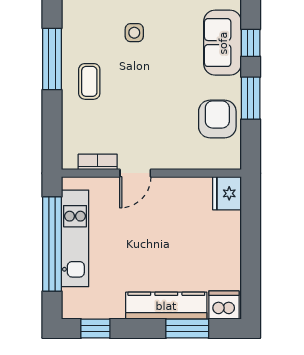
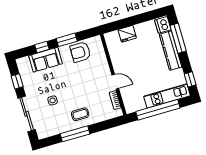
fridge: (227, 193) -> (127, 34), moved
kitchen unit: (75, 238) -> (167, 96), moved
window: (187, 329) -> (178, 38), width x1.44

